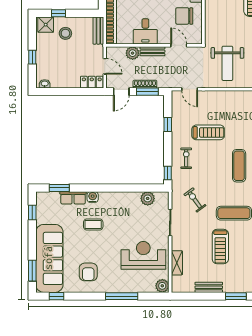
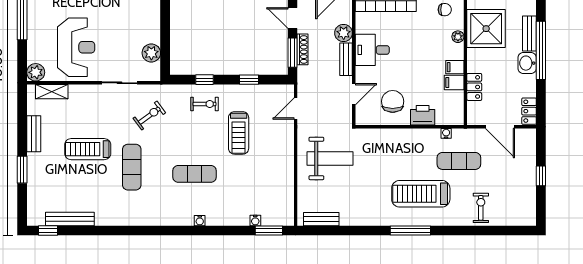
weight bench: (227, 63) -> (330, 158), turned 180
window: (168, 173) -> (205, 80), moved
shelving: (177, 263) -> (52, 92), moved

